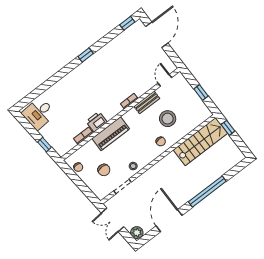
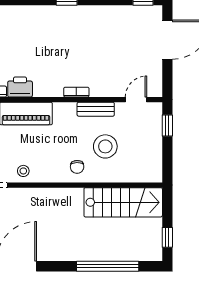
window: (201, 92) -> (167, 126), moved
window: (228, 128) -> (167, 237), moved
window: (207, 191) -> (108, 266), moved

